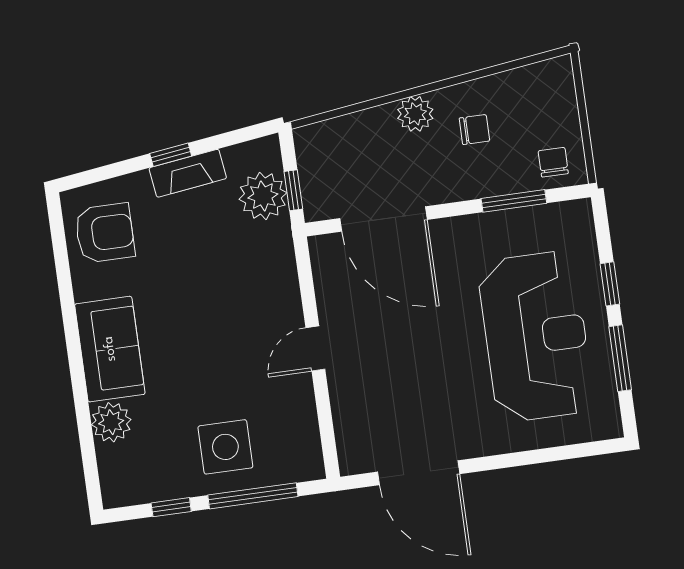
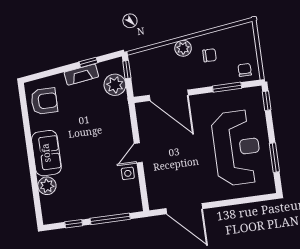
window: (171, 155) -> (88, 62), moved
window: (293, 190) -> (127, 70), moved
window: (610, 284) -> (267, 101), moved
side table: (225, 447) -> (128, 173), moved, width x0.54, depth x0.54

